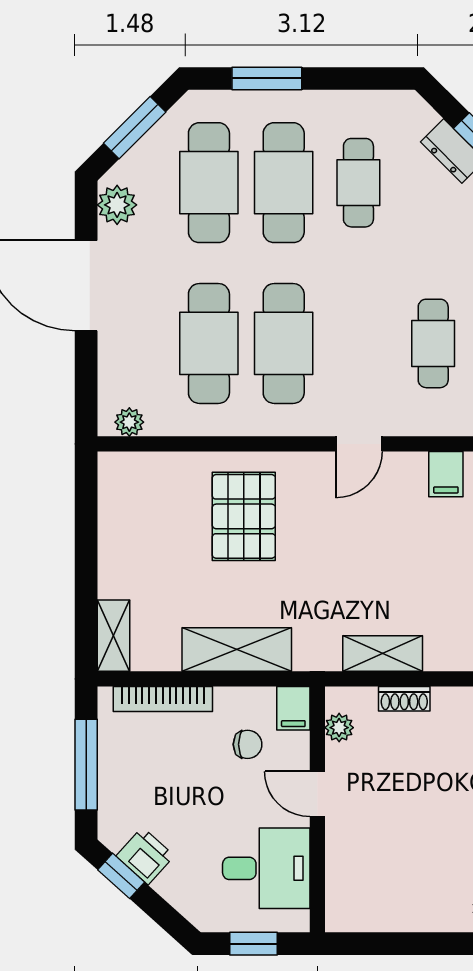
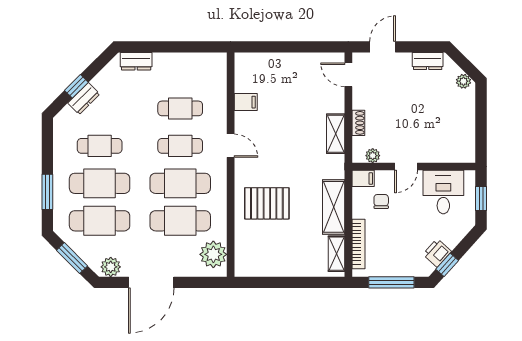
cafe table: (358, 343) -> (180, 146), added
plant: (129, 422) -> (213, 254), width x1.88, depth x1.88
shelving: (113, 636) -> (336, 254), moved, turned 90

